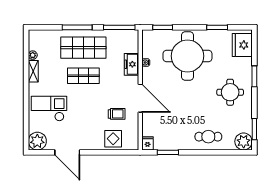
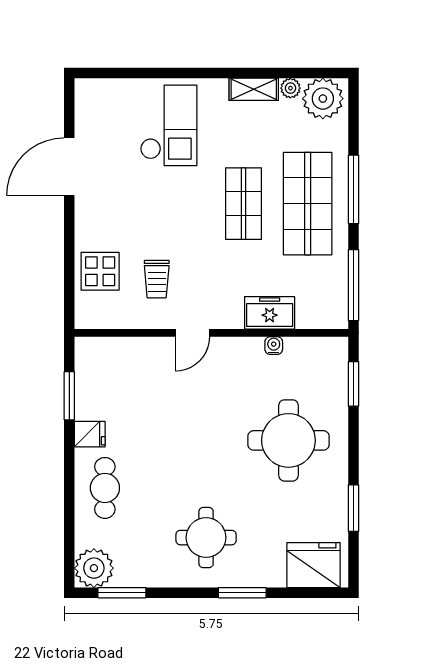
round table: (187, 56) -> (288, 440), width x0.73, depth x0.73
door: (140, 98) -> (192, 333), width x0.53
plant: (37, 141) -> (323, 99), moved
fridge: (148, 143) -> (90, 434), moved

